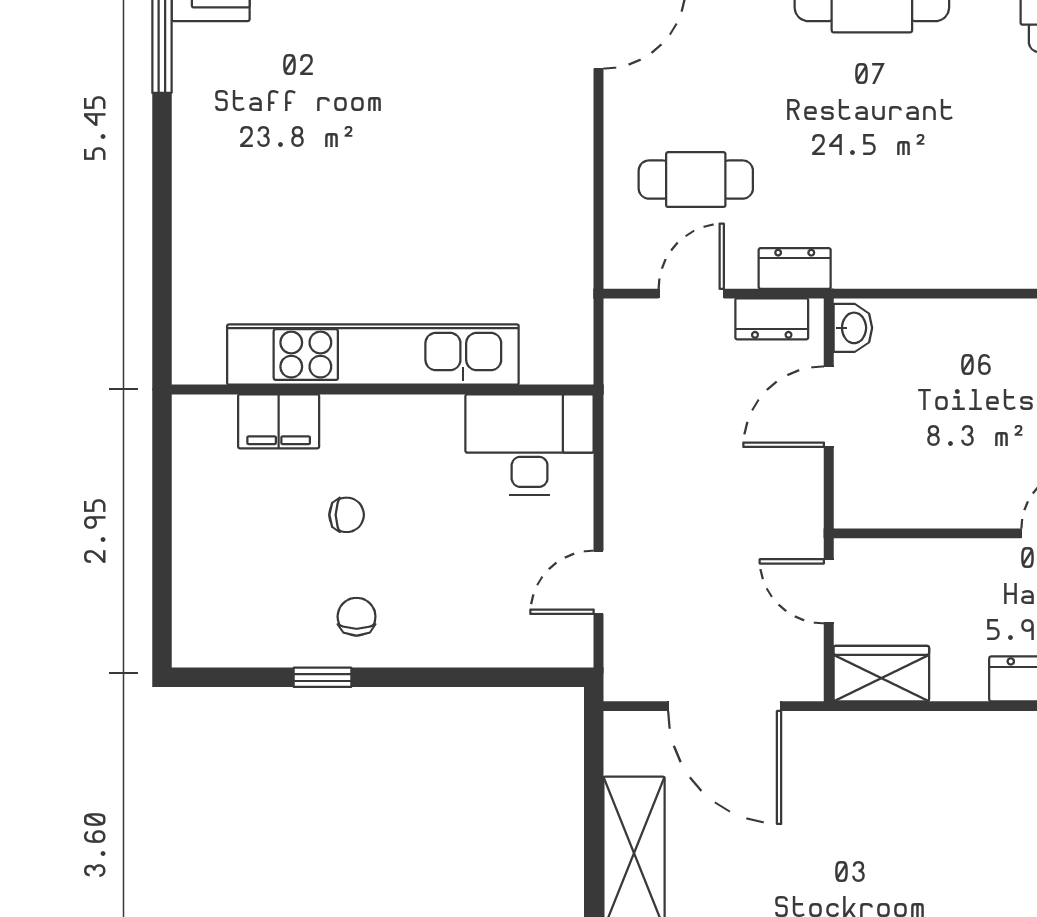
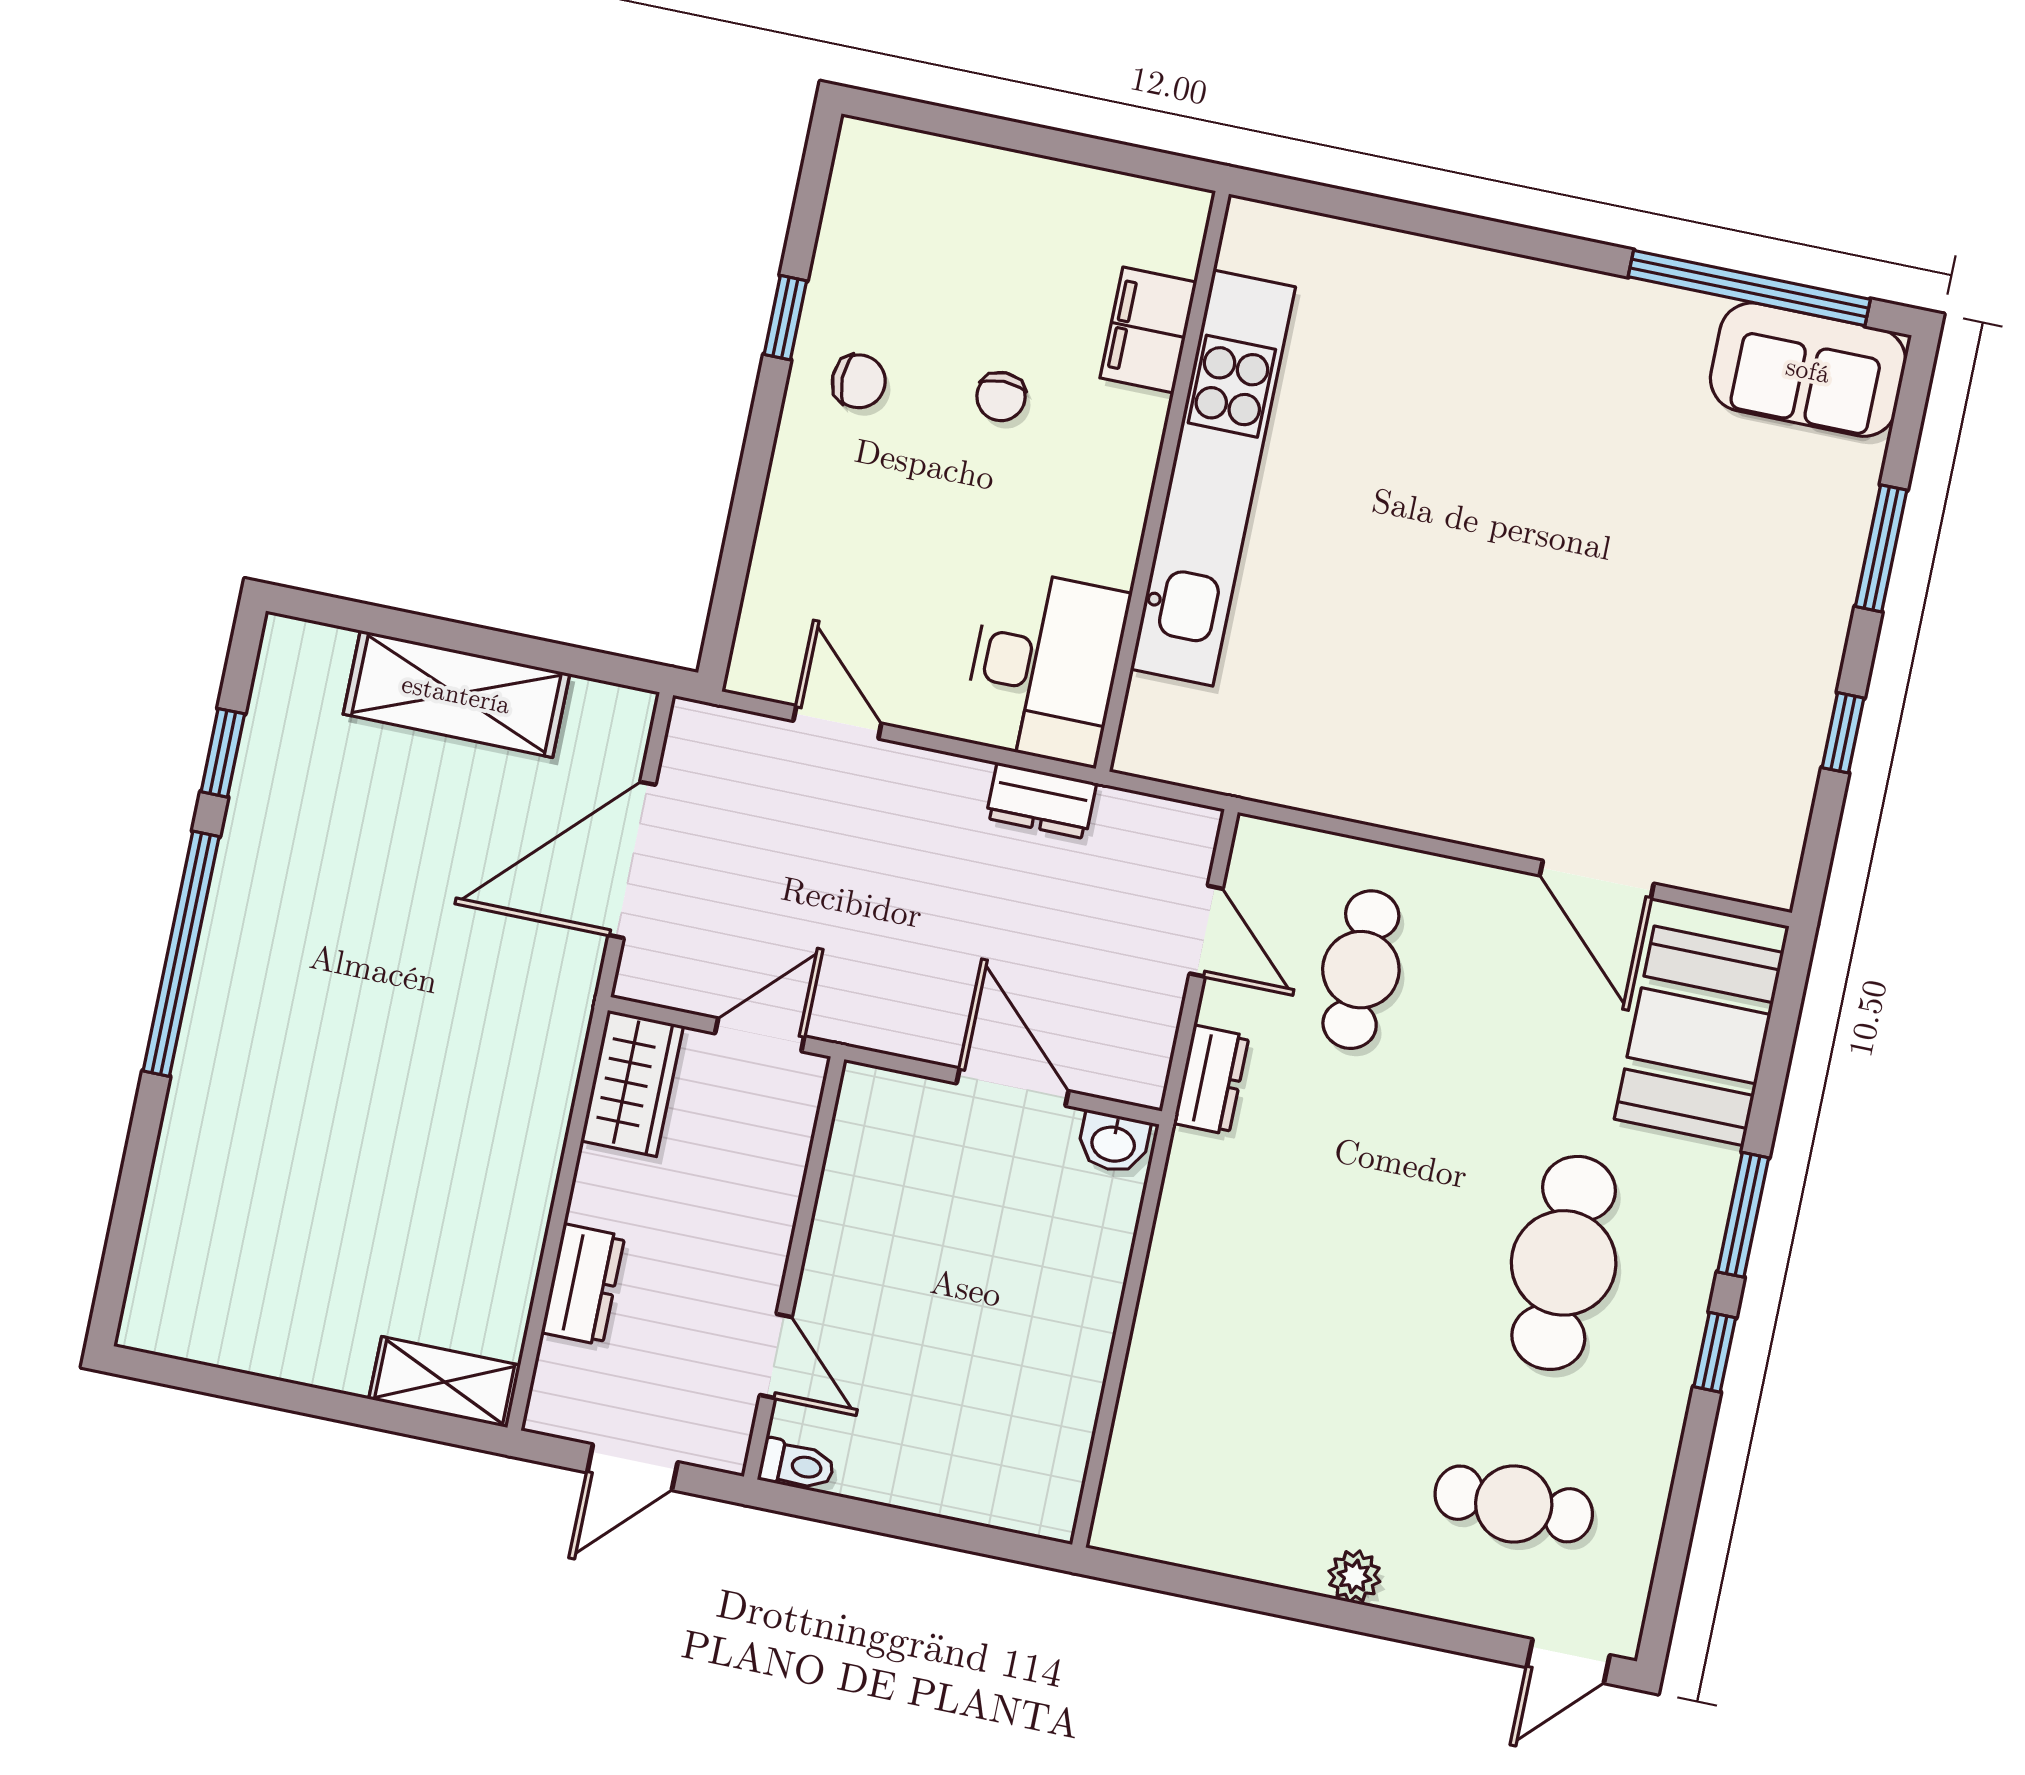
dresser: (772, 319) -> (1041, 801), moved, turned -90

